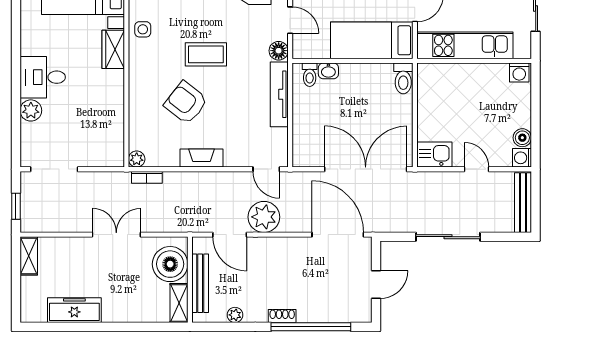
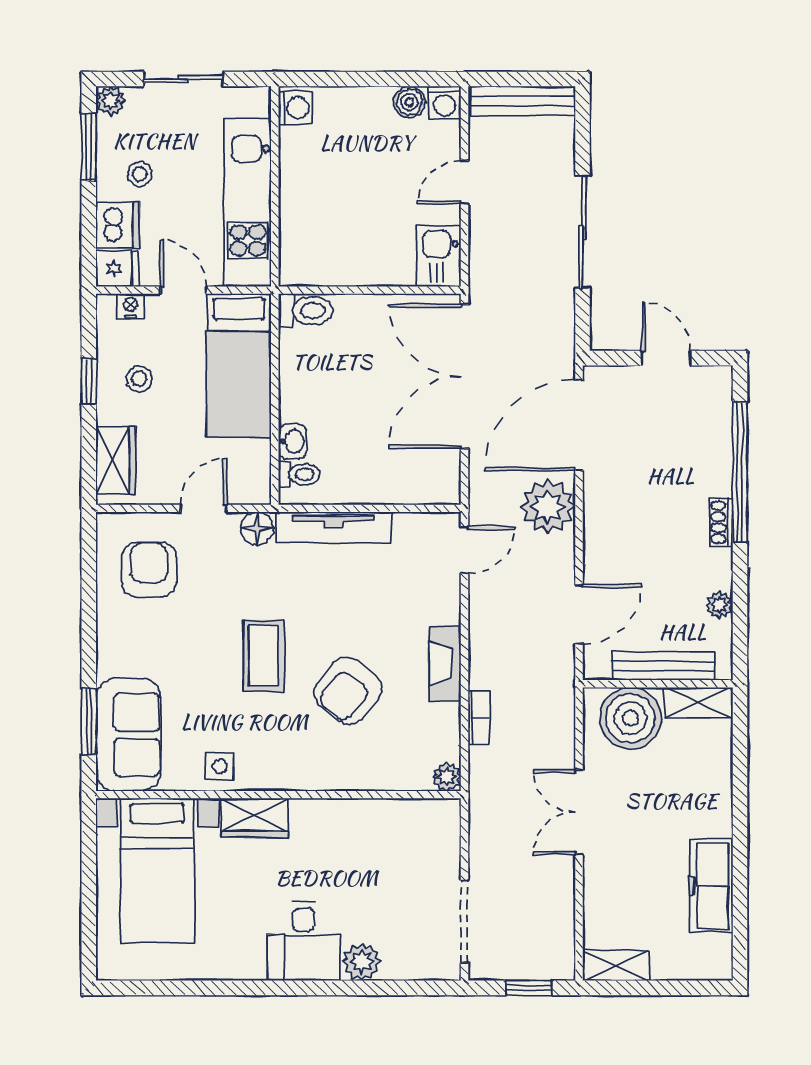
bookcase: (147, 177) -> (479, 718), moved
plant: (264, 217) -> (548, 507), moved

